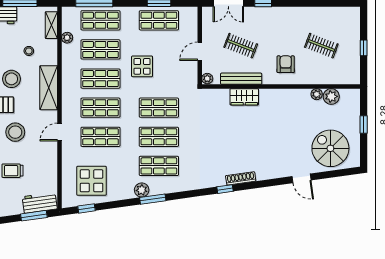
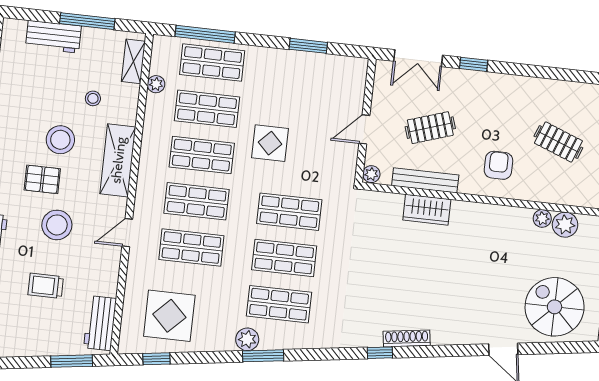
shop shelf: (159, 20) -> (305, 73), removed
clothes rail: (241, 46) -> (430, 128), turned -39
workbench: (40, 203) -> (100, 323), moved, turned -82

